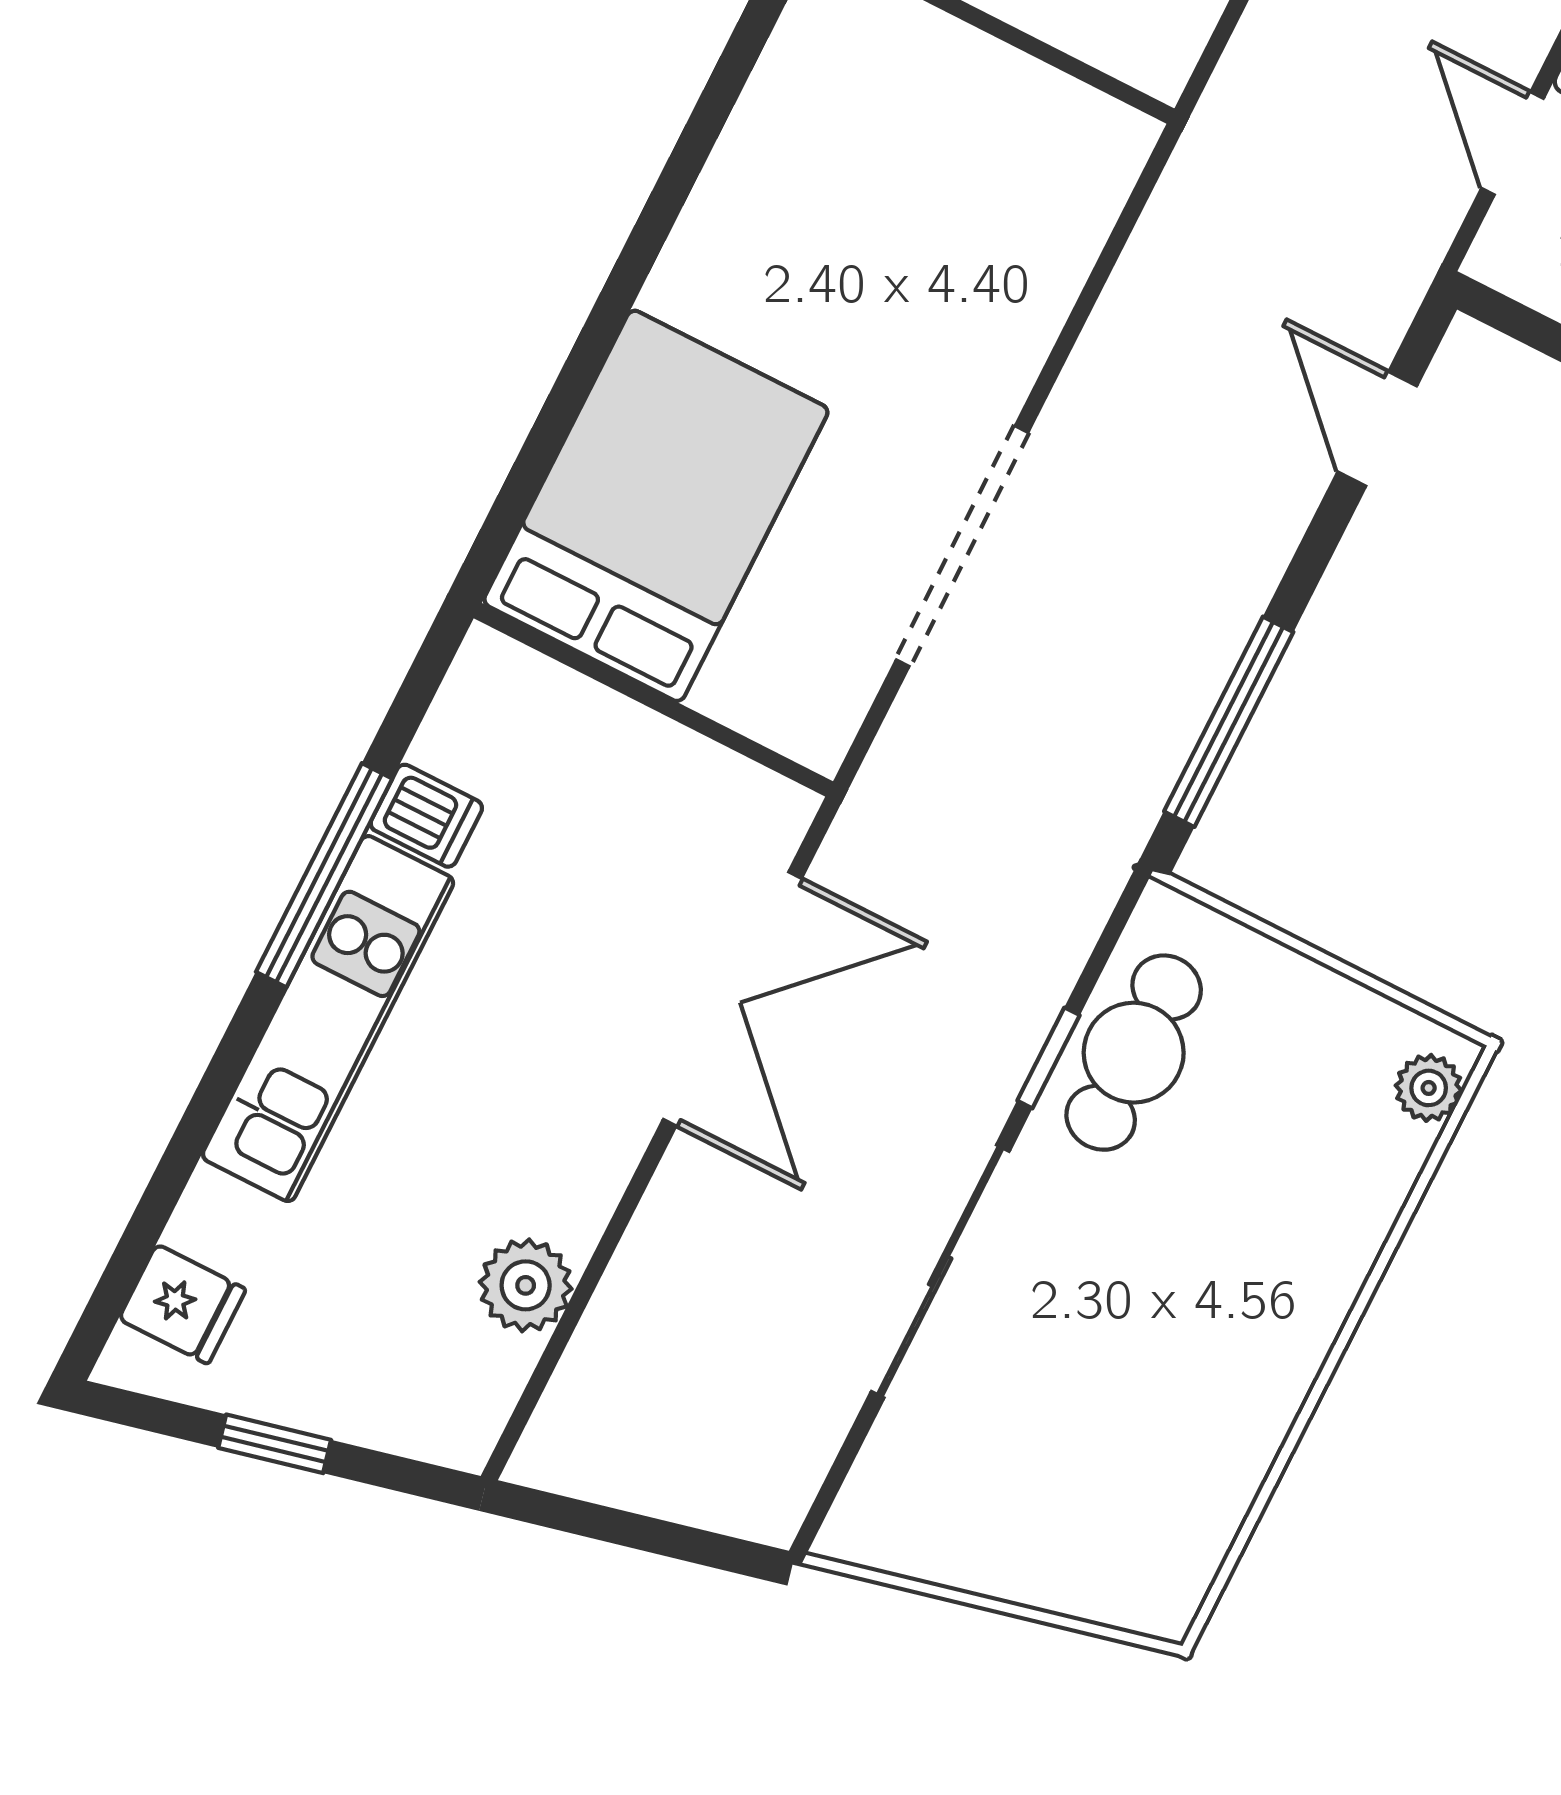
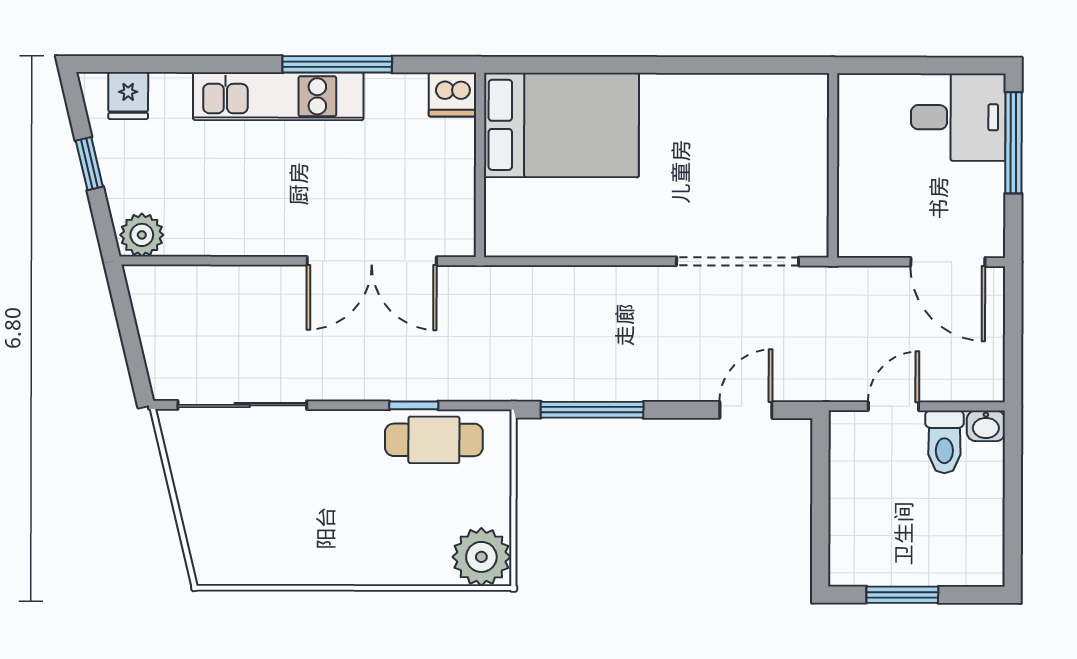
doorway: (962, 546) -> (738, 262), moved
dishwasher: (426, 816) -> (452, 95), moved, width x1.38
plant: (1429, 1088) -> (481, 557), width x1.88, depth x1.88
sliding door: (940, 1271) -> (242, 405), moved
plant: (526, 1285) -> (142, 235), moved

